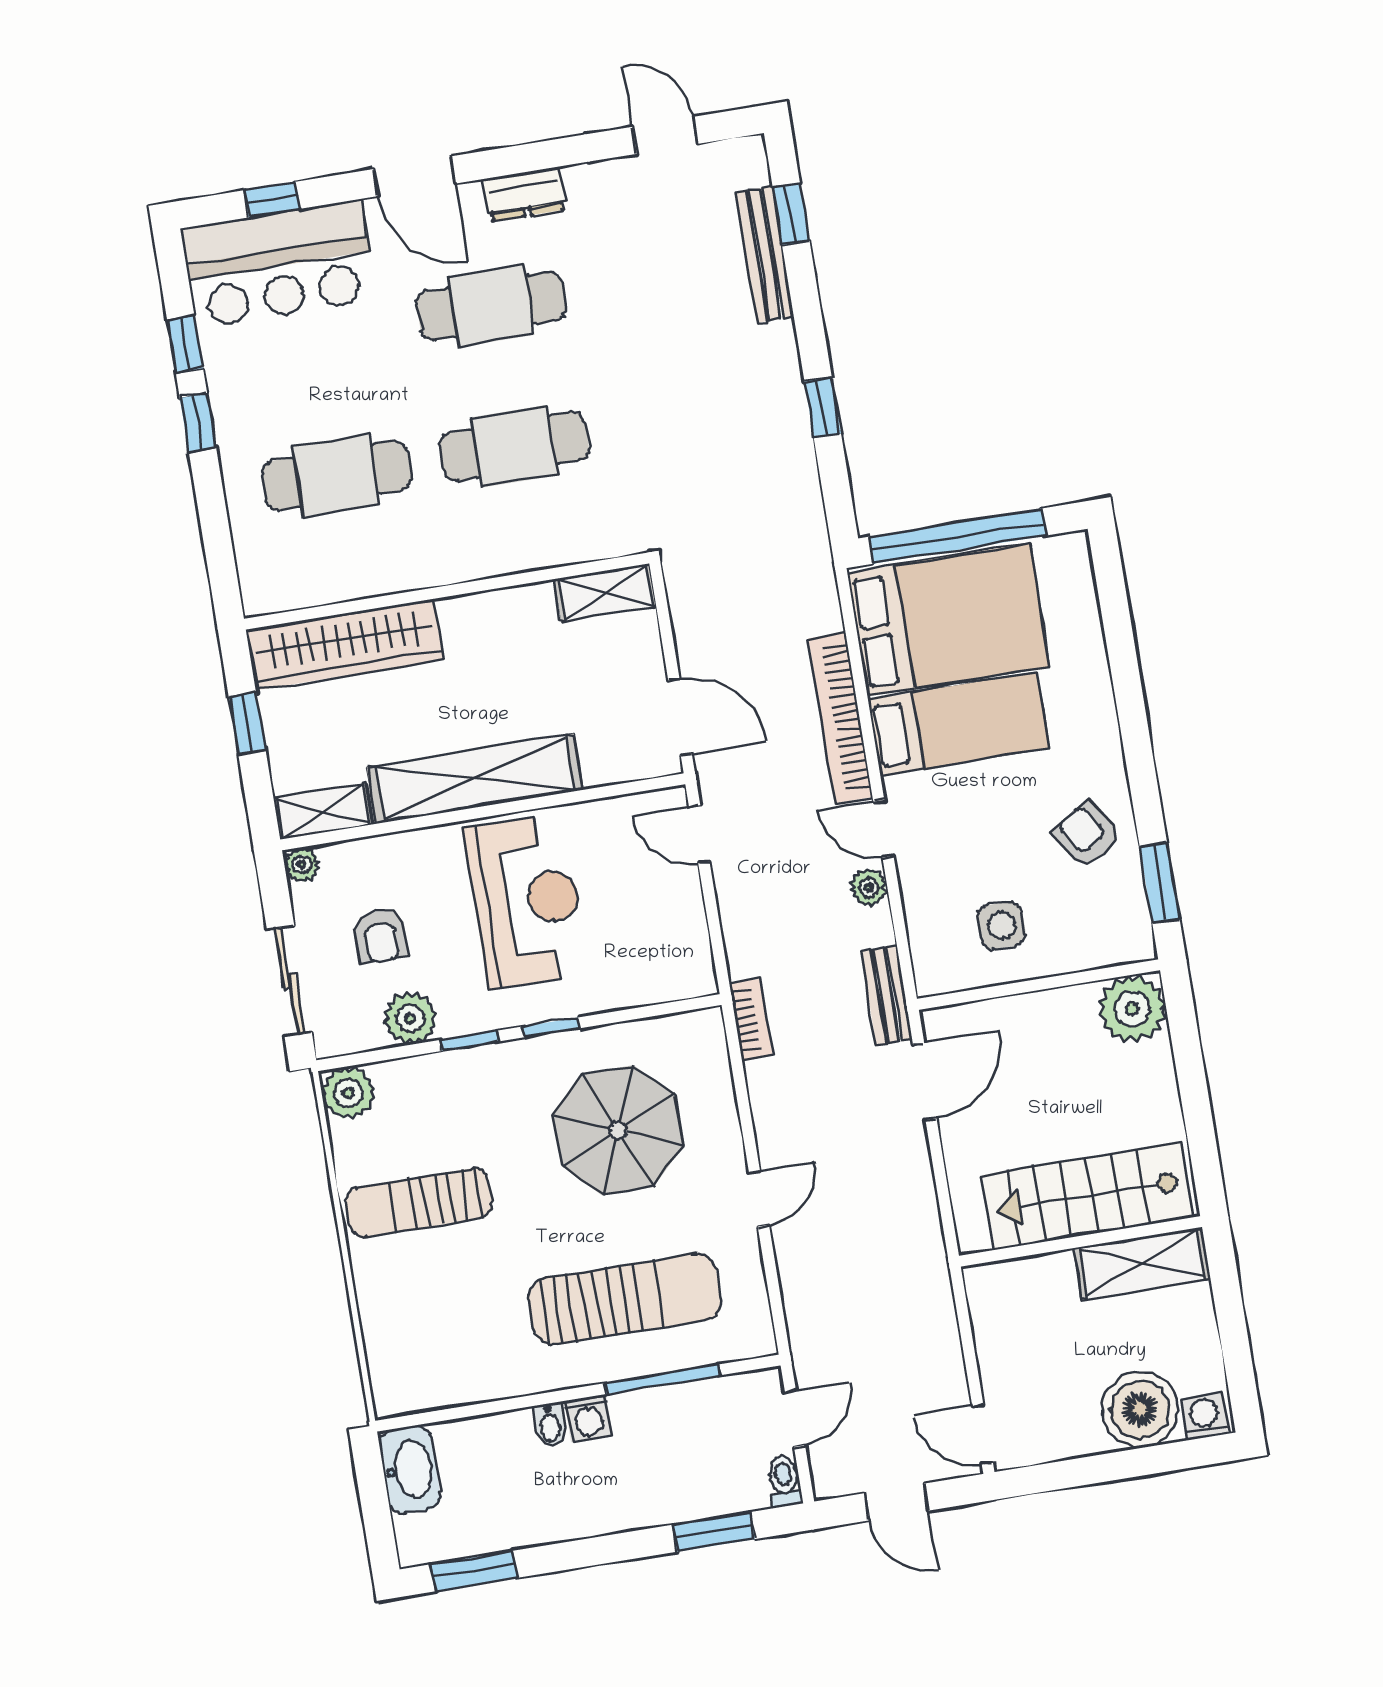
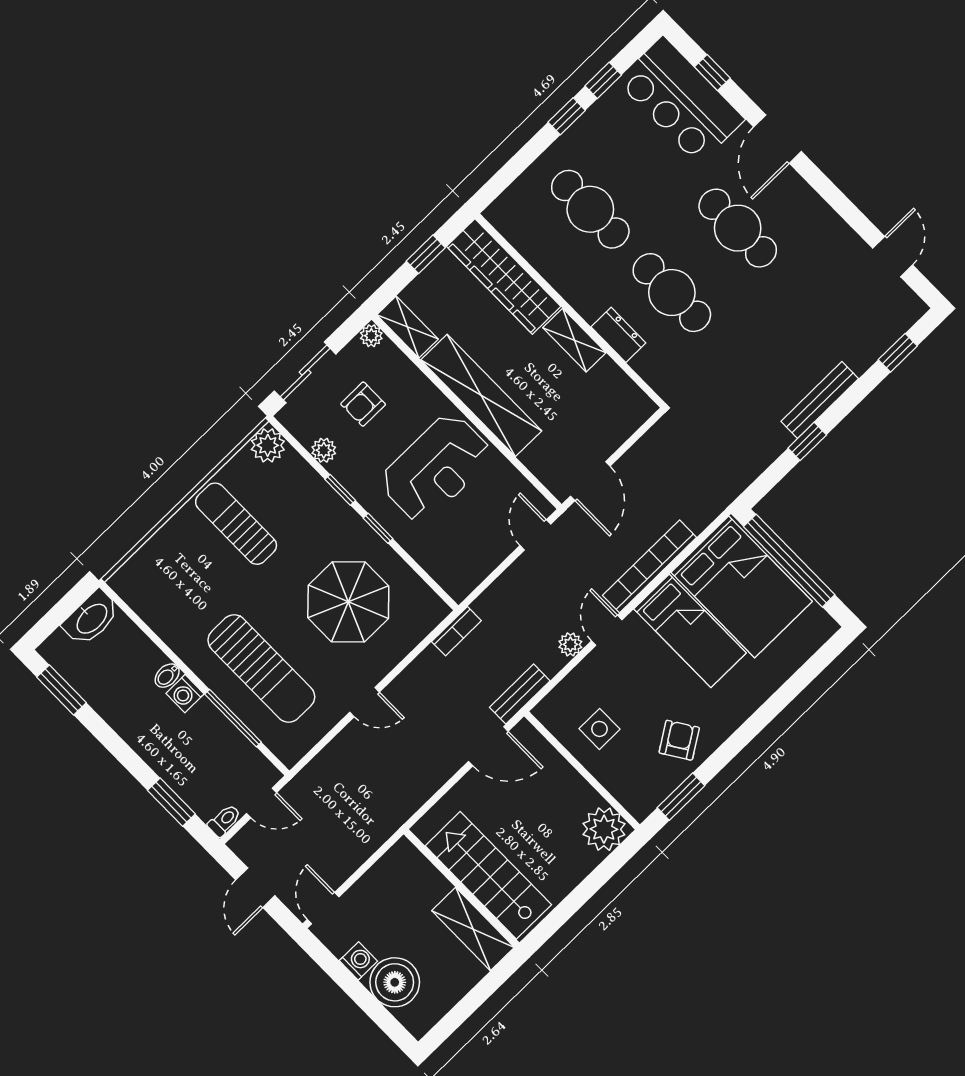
dresser: (524, 194) -> (618, 335), moved, turned 180
bench: (765, 254) -> (820, 400), moved
shelving: (605, 593) -> (574, 340), moved
plant: (410, 1018) -> (324, 450), width x0.73, depth x0.73
washing machine: (1205, 1416) -> (358, 961), moved

